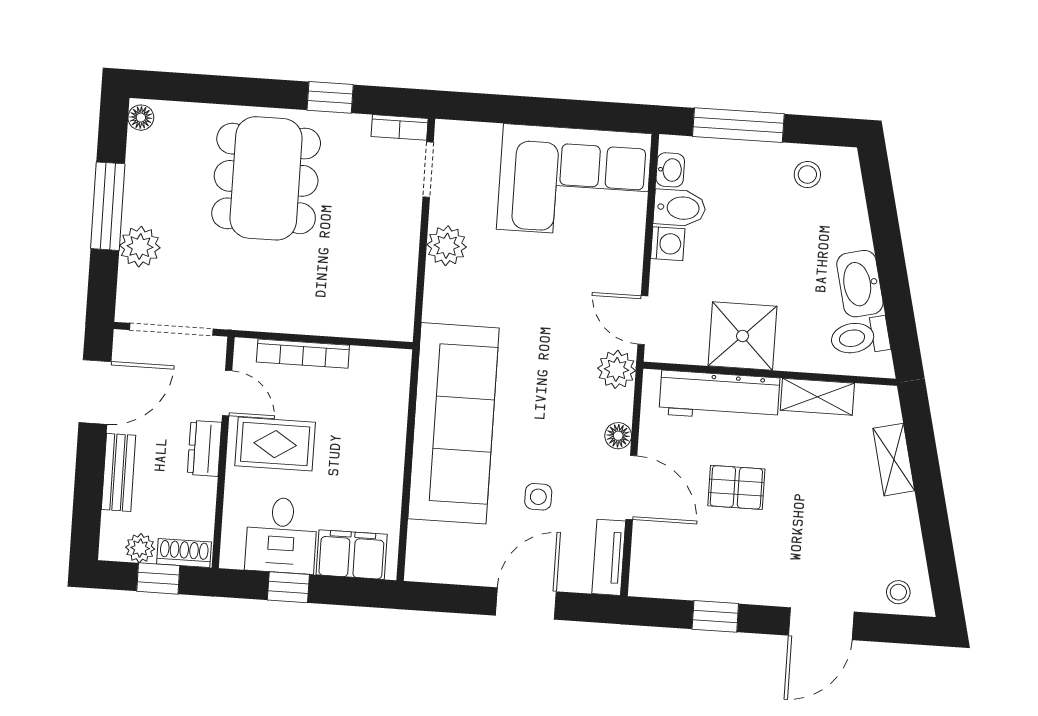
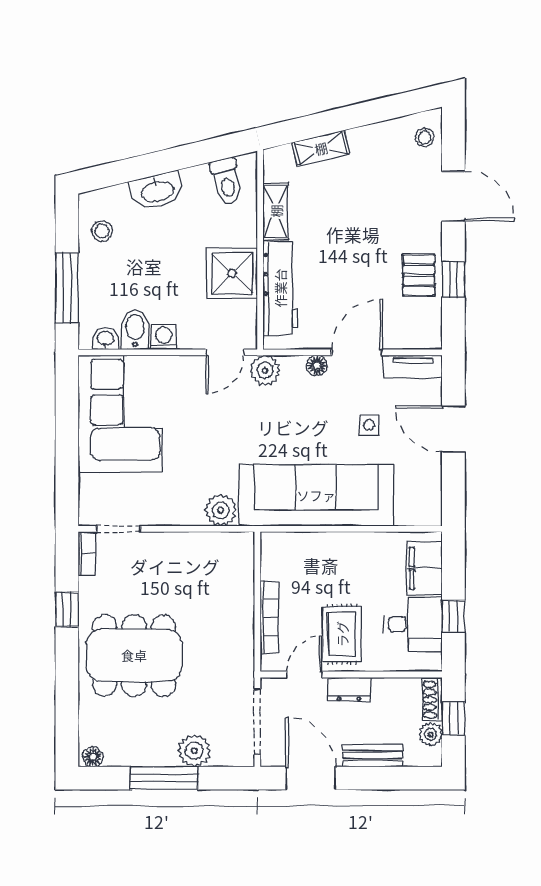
plant: (447, 246) -> (221, 510), moved
washbasin: (860, 284) -> (157, 191), moved
pallet: (736, 487) -> (419, 275), moved

